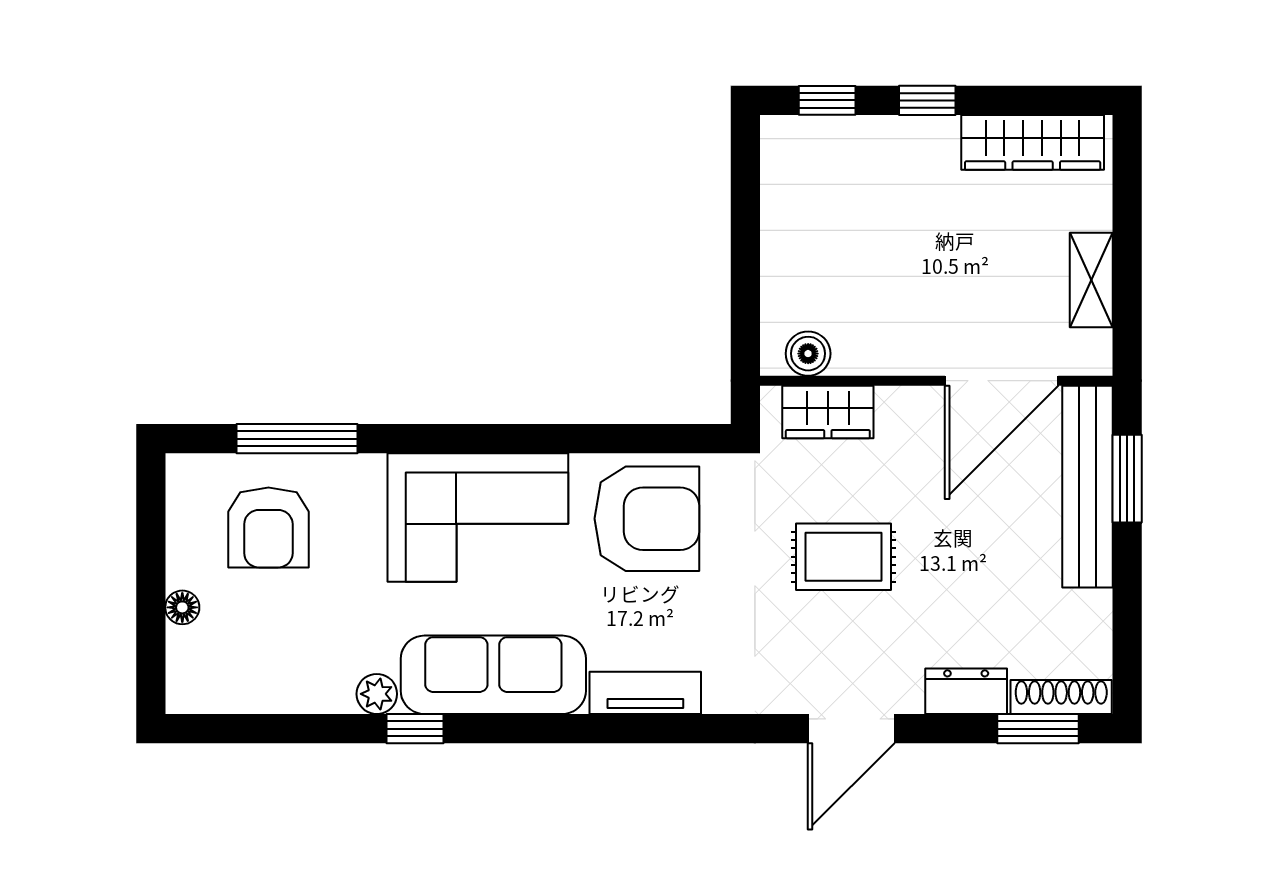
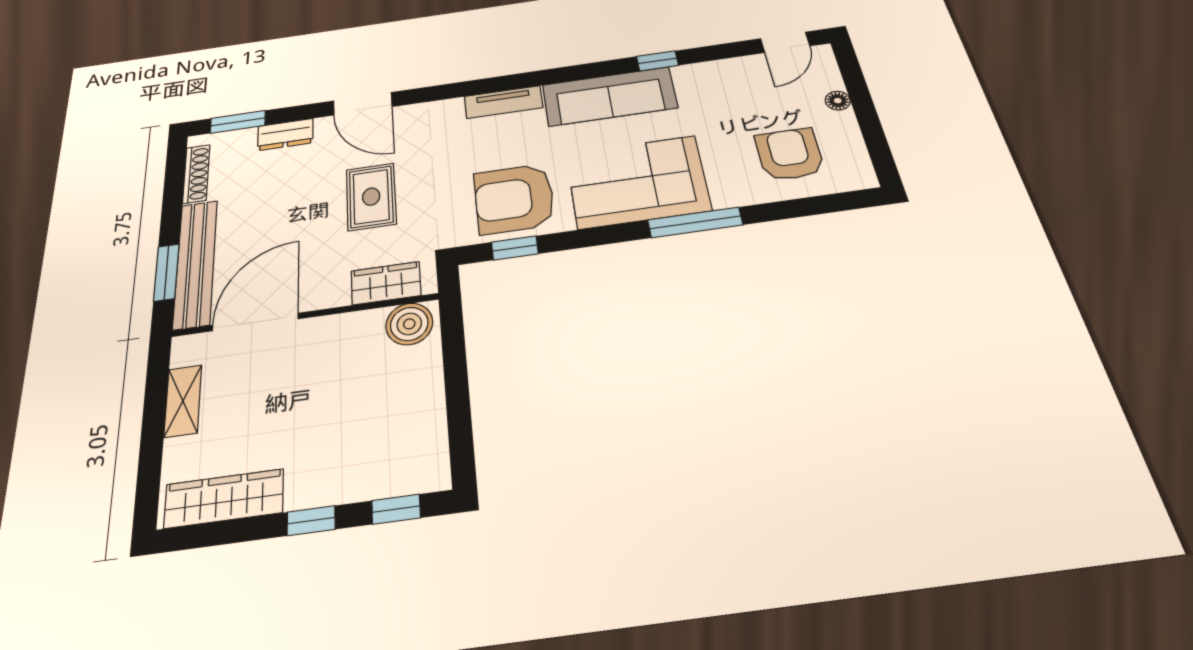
boiler: (808, 354) -> (409, 324), width x1.36, depth x1.36
window: (297, 439) -> (695, 222), moved
window: (654, 439) -> (515, 248), added
rug: (843, 557) -> (371, 197), turned 90
plant: (377, 694) -> (688, 75), removed
shoe rack: (1061, 697) -> (196, 174), moved, turned -90
door: (228, 729) -> (785, 42), added
door: (851, 729) -> (363, 104), swing flipped

